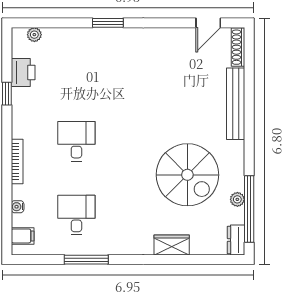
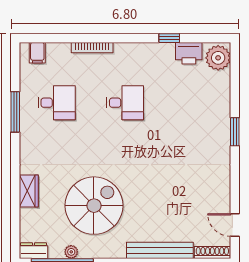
plant: (34, 35) -> (218, 58), width x1.88, depth x1.88
bookcase: (17, 162) -> (92, 48), moved
spiral stairs: (187, 175) -> (94, 206), turned 180
water cooler: (18, 207) -> (64, 48), removed

